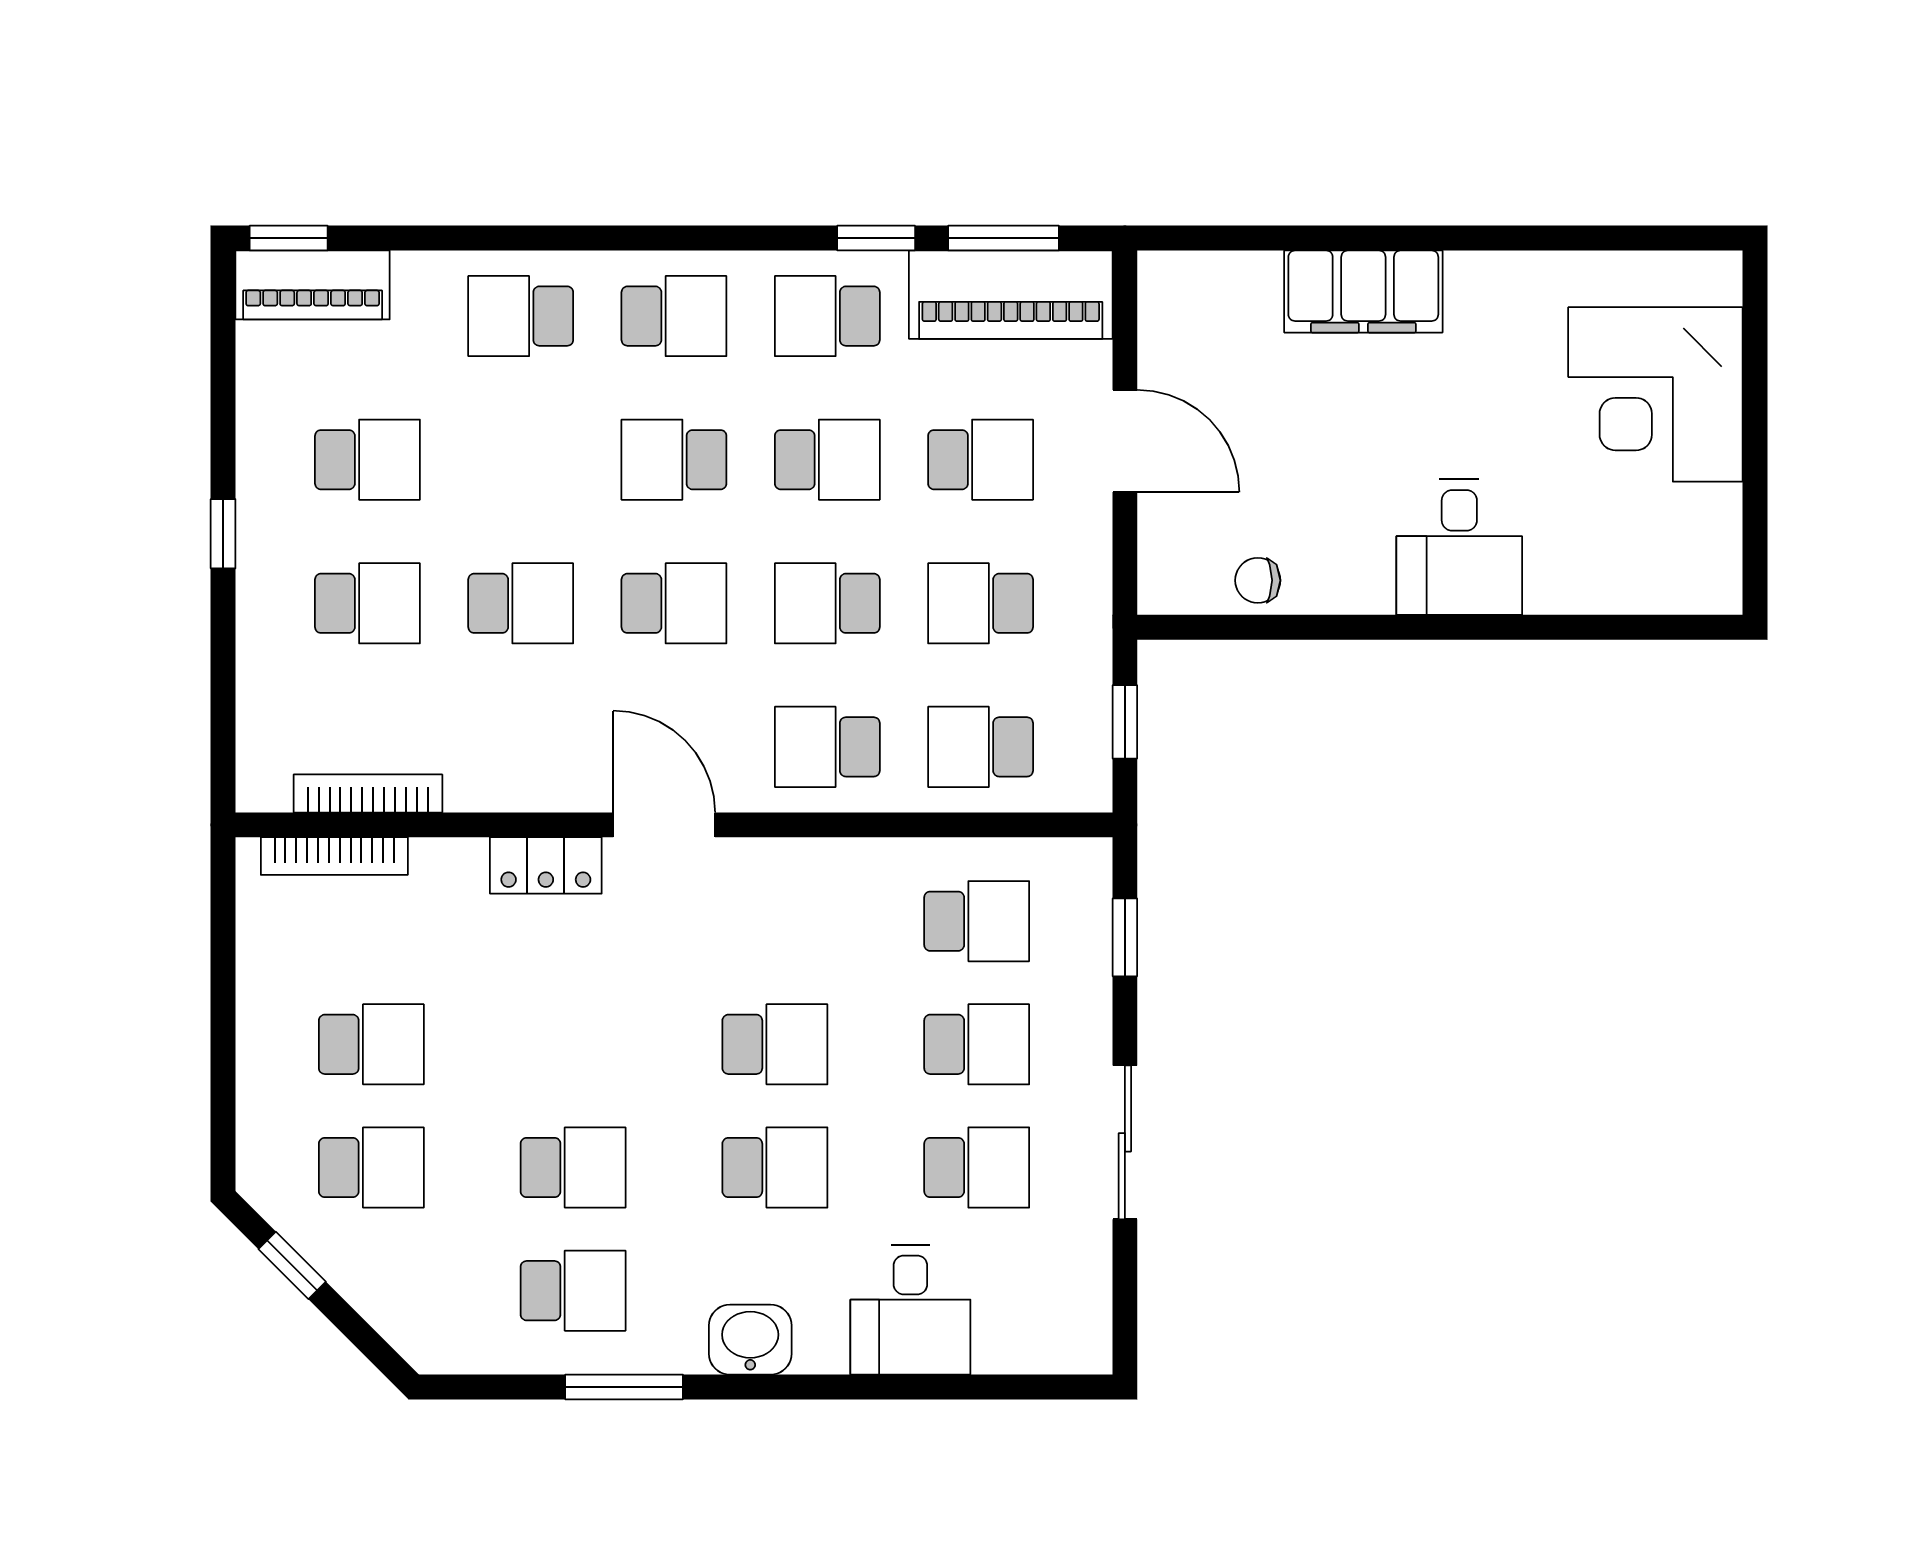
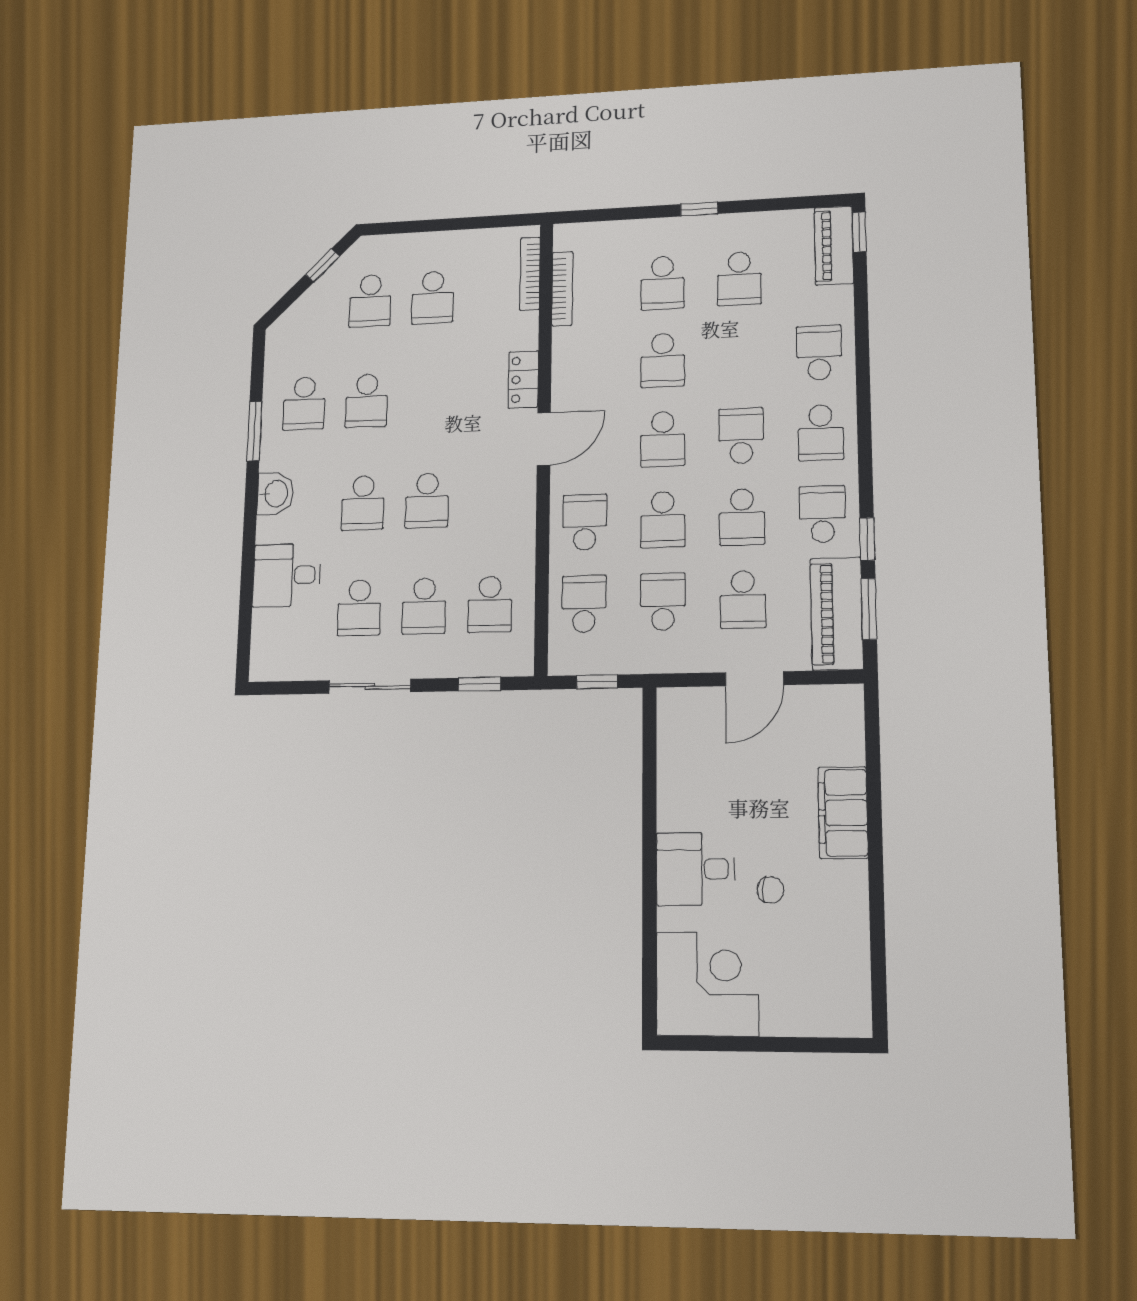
corner desk: (1655, 394) -> (707, 984), moved, turned 90
chair: (1258, 580) -> (770, 890), moved, turned 94
school desk: (827, 603) -> (663, 520), turned 180

